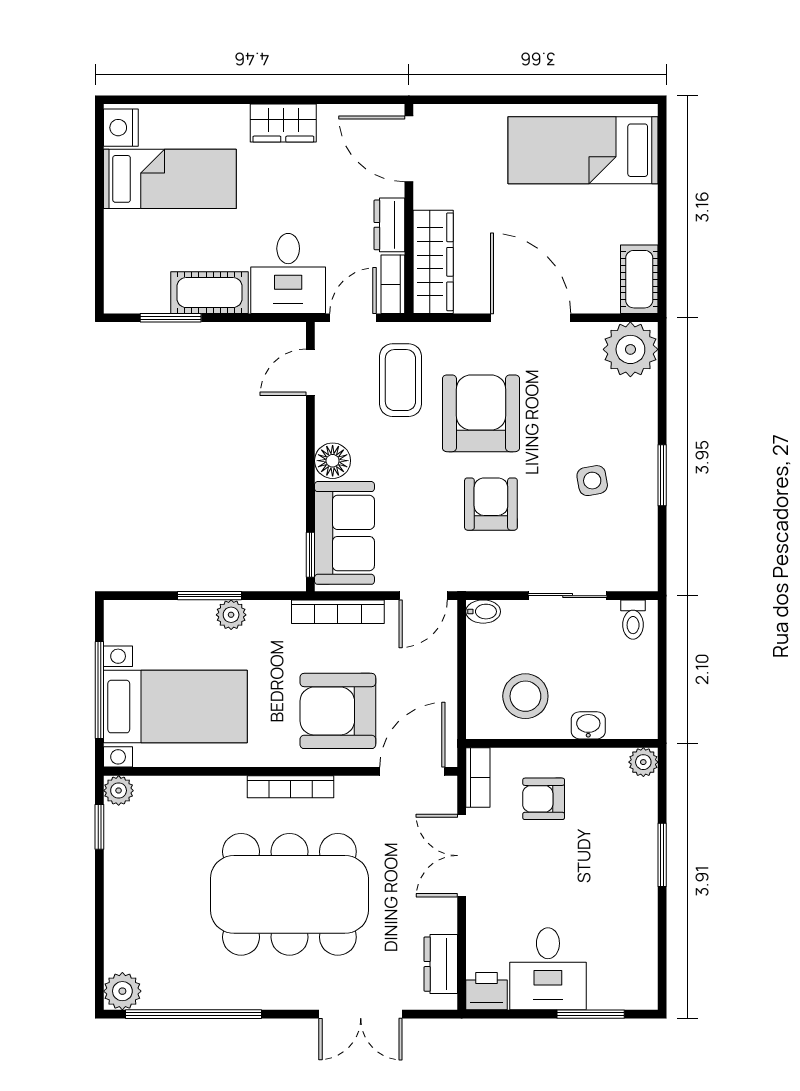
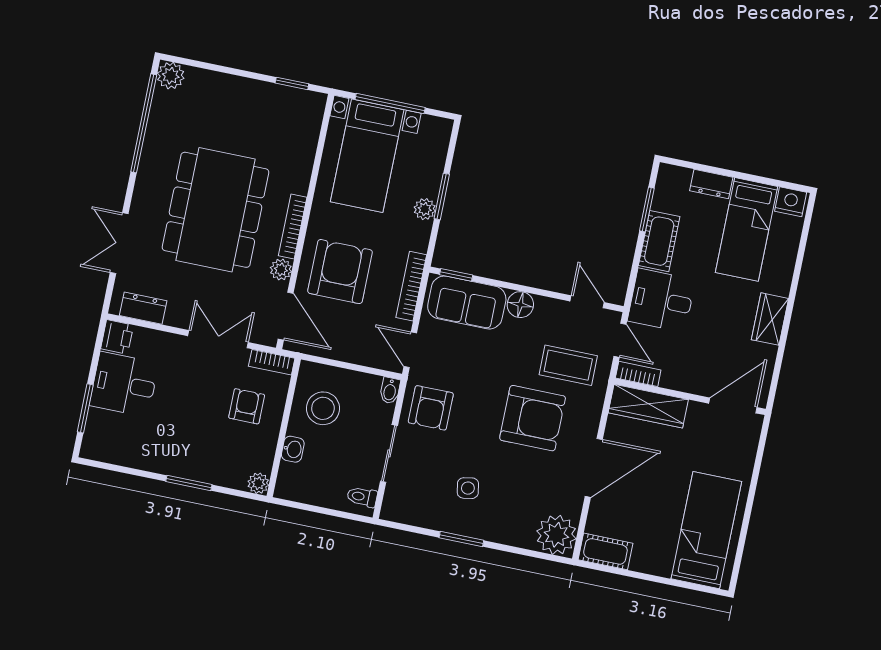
dresser: (389, 225) -> (711, 184), moved, turned 180
armchair: (491, 504) -> (431, 408), moved, turned 90
plant: (119, 791) -> (281, 270), moved

